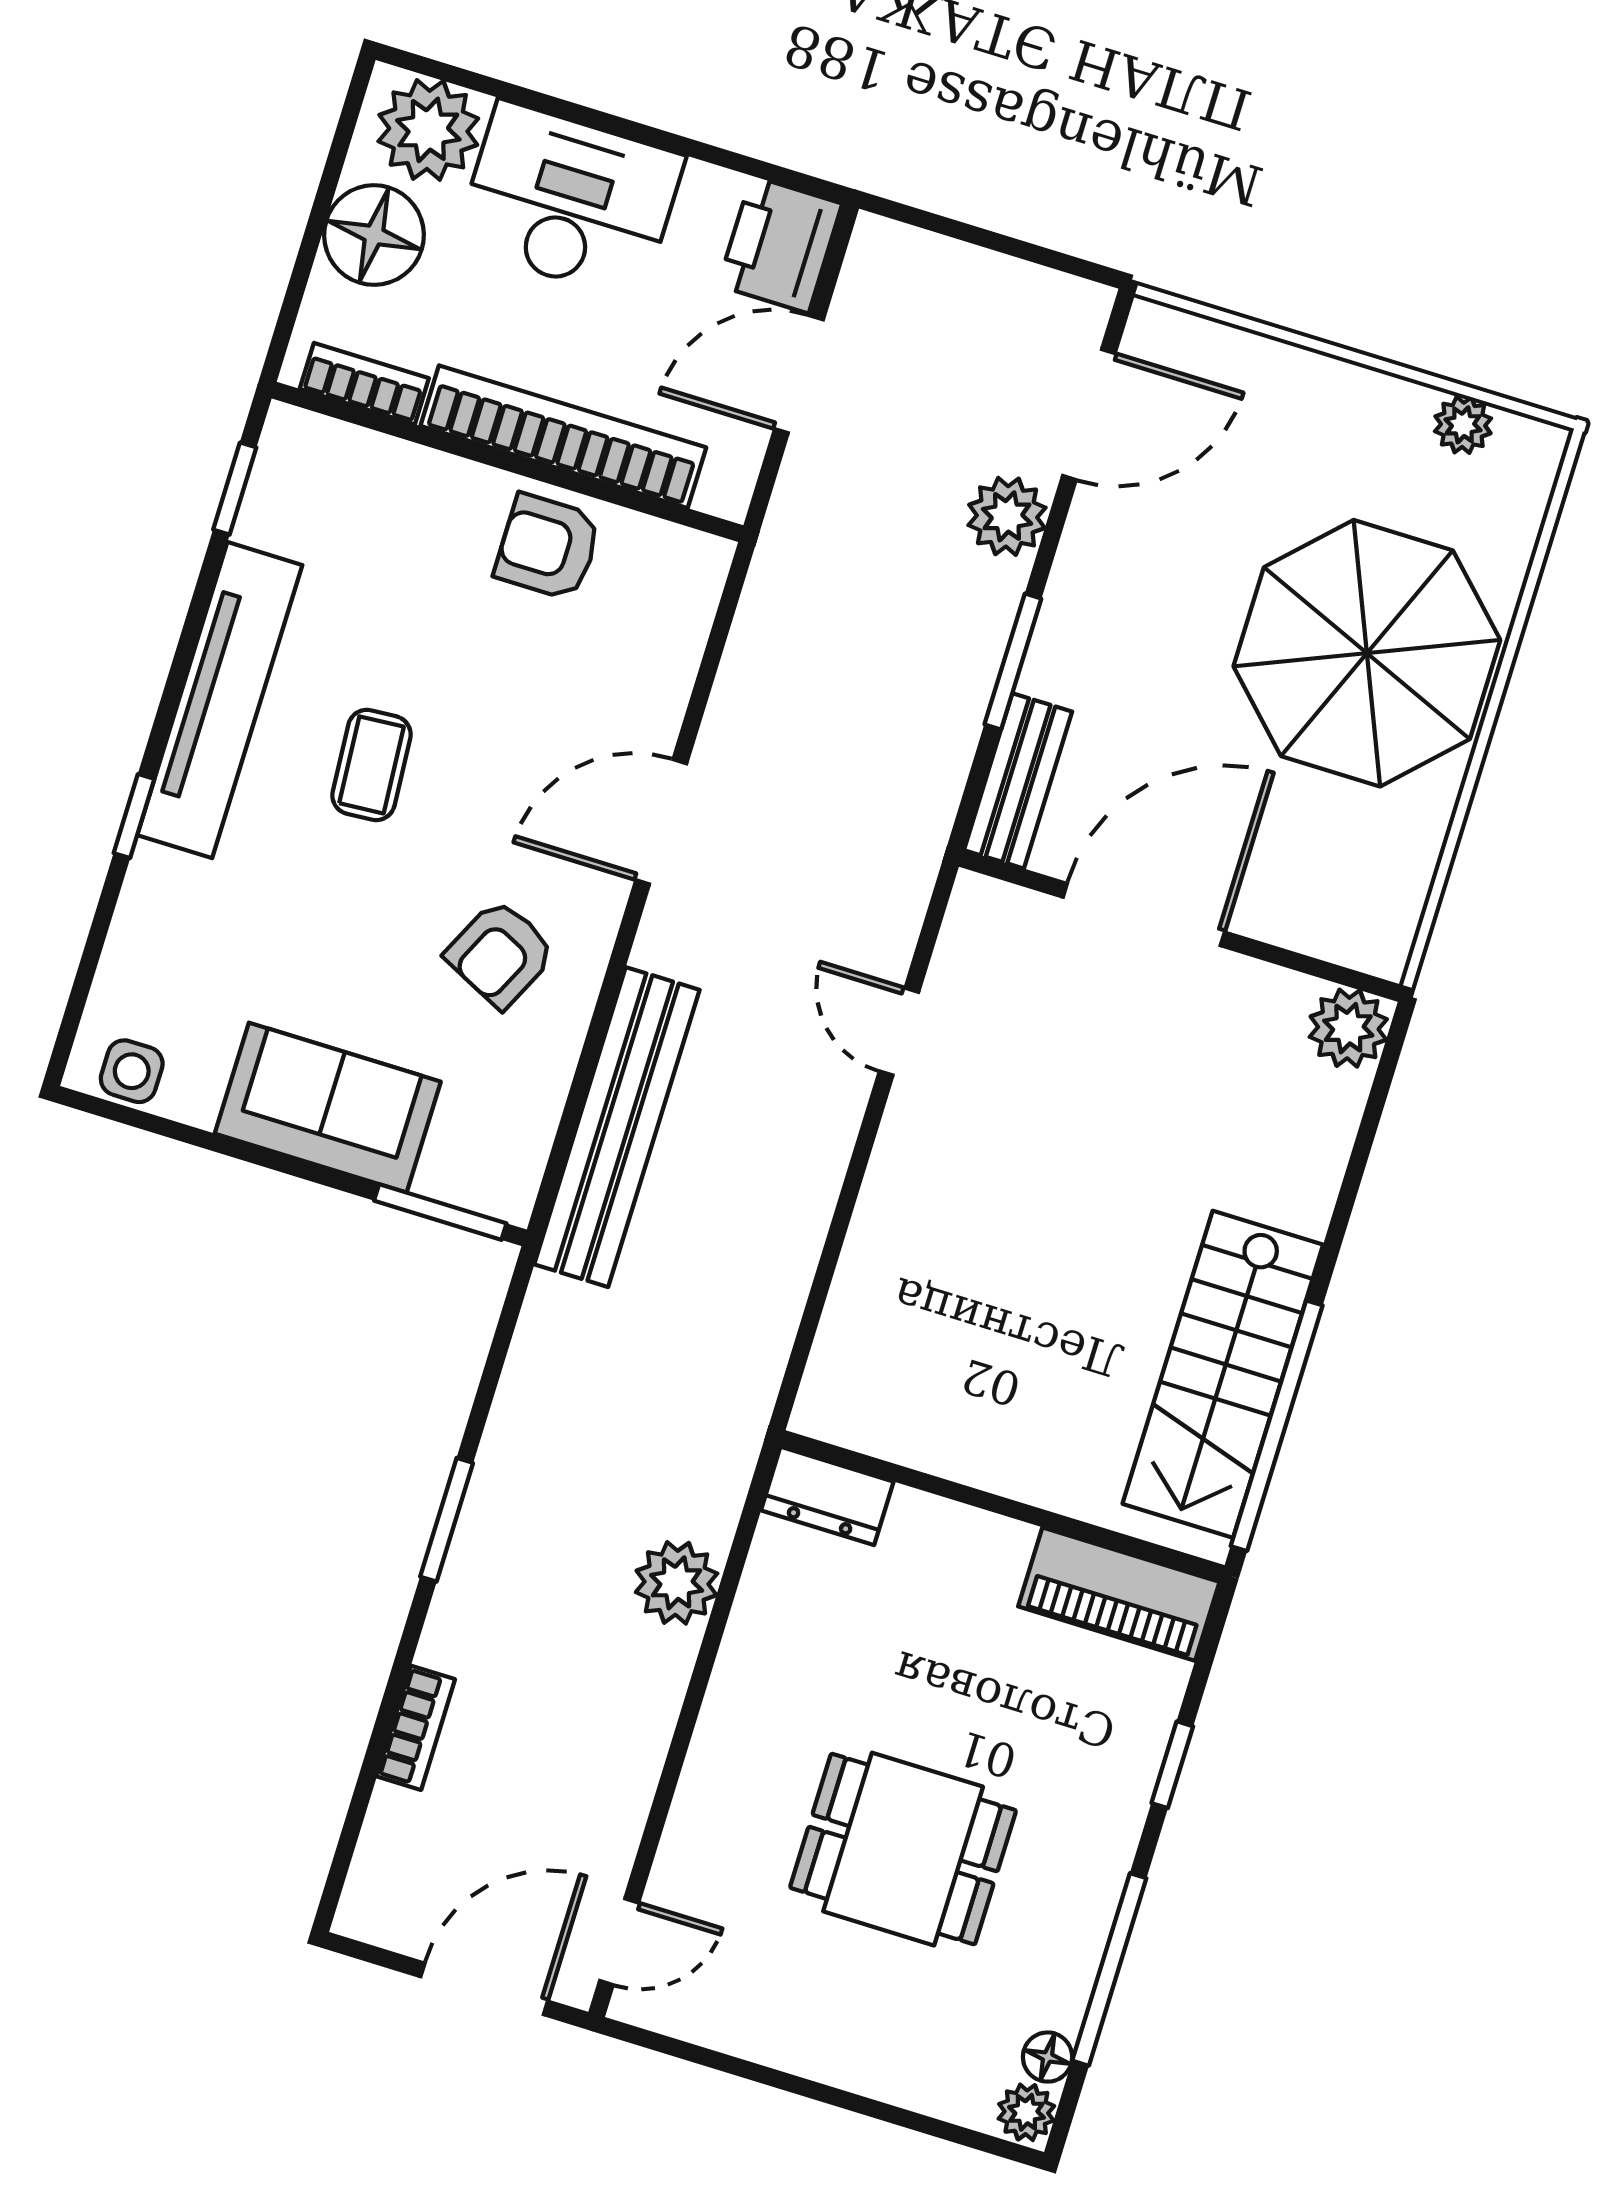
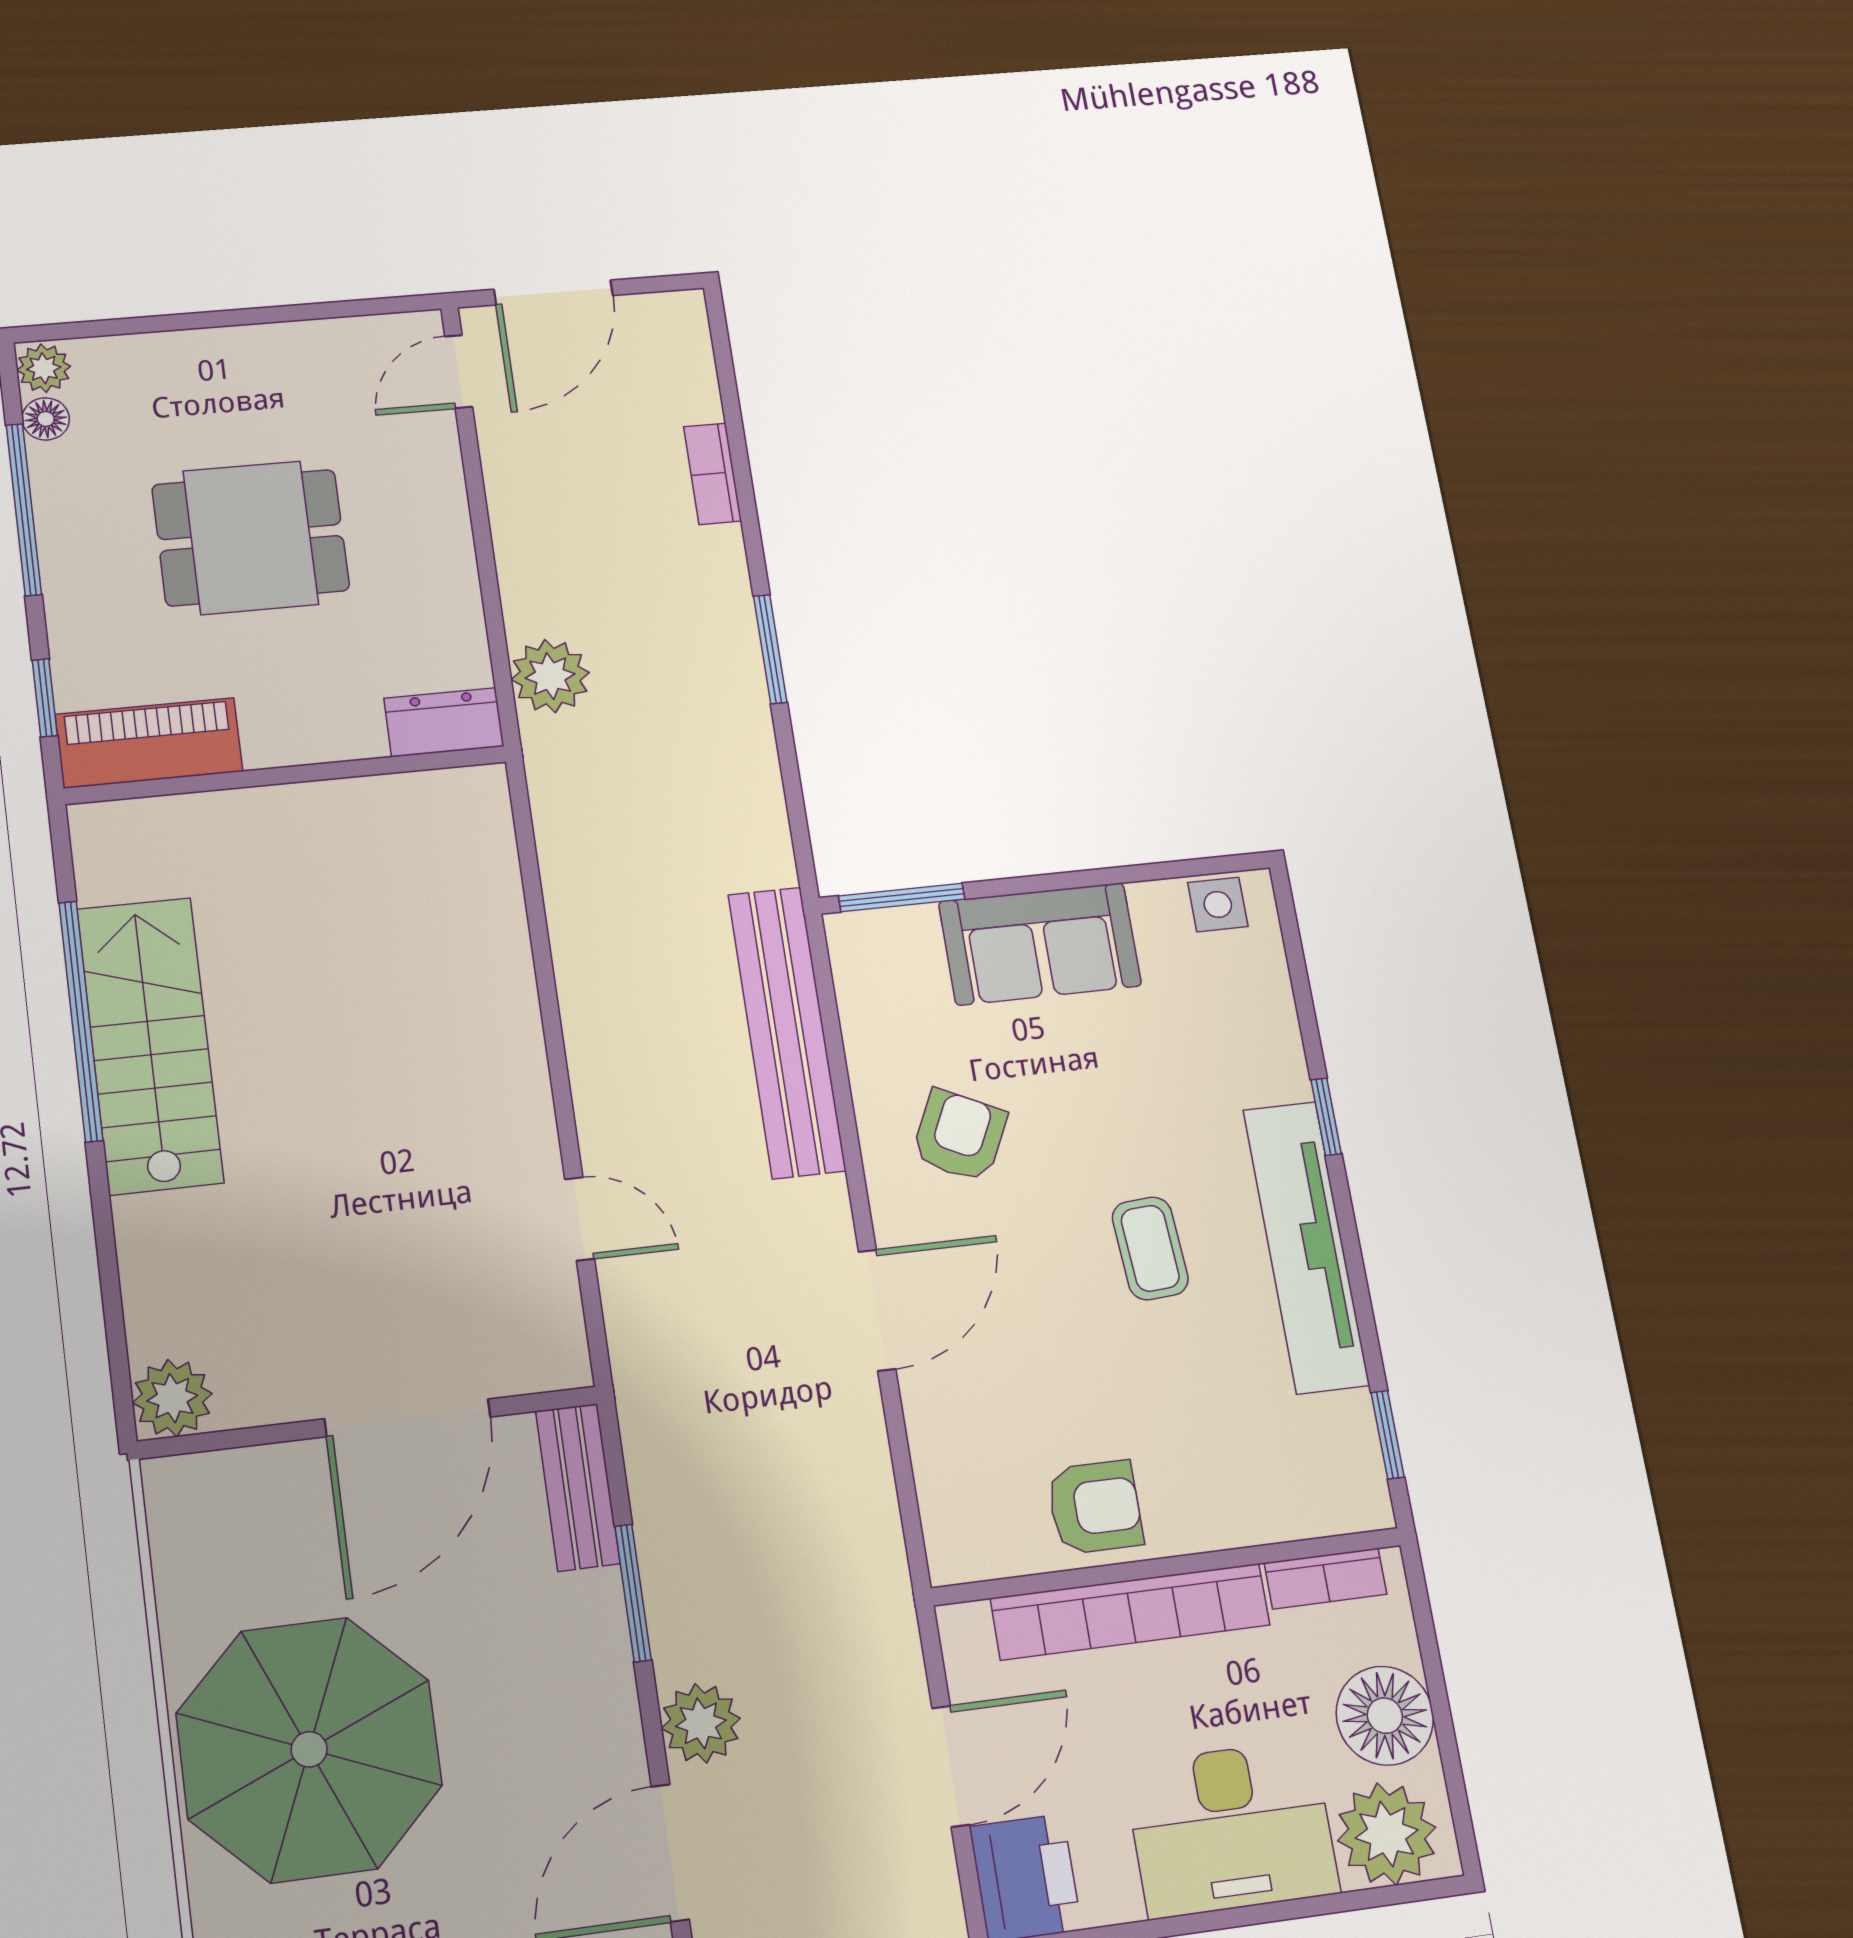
dresser: (827, 1496) -> (444, 722), moved
wall: (1003, 1506) -> (286, 775), moved
piano: (1119, 1594) -> (149, 743), moved

